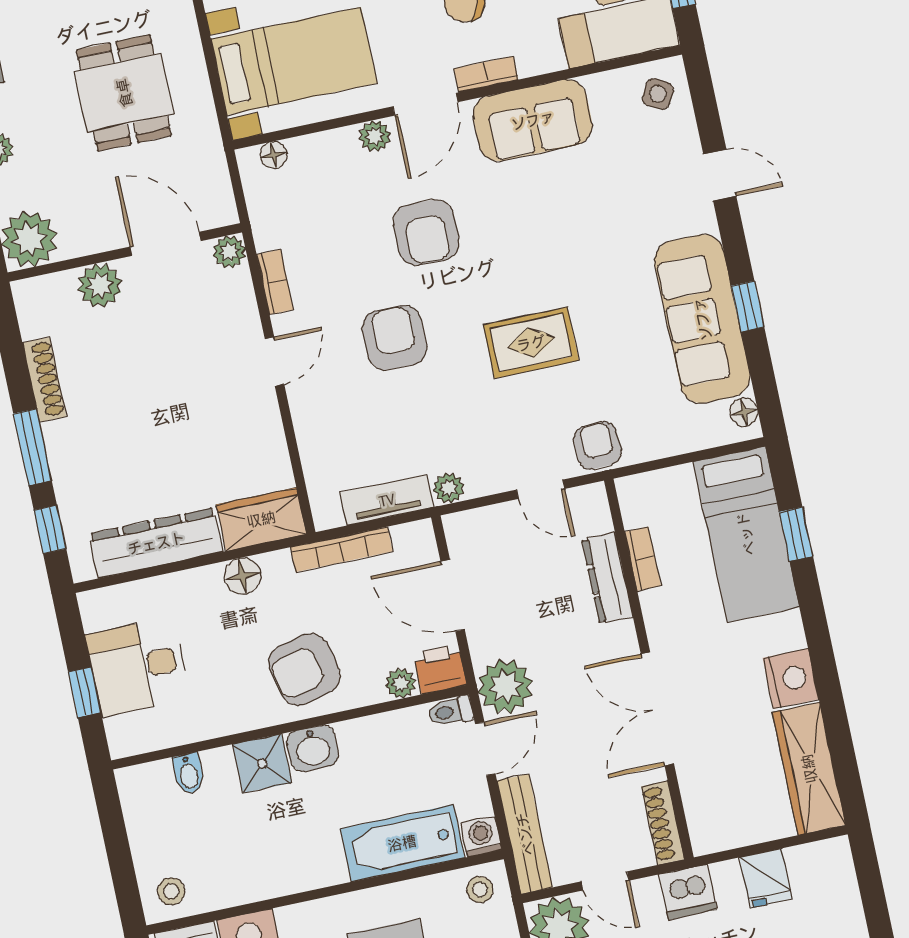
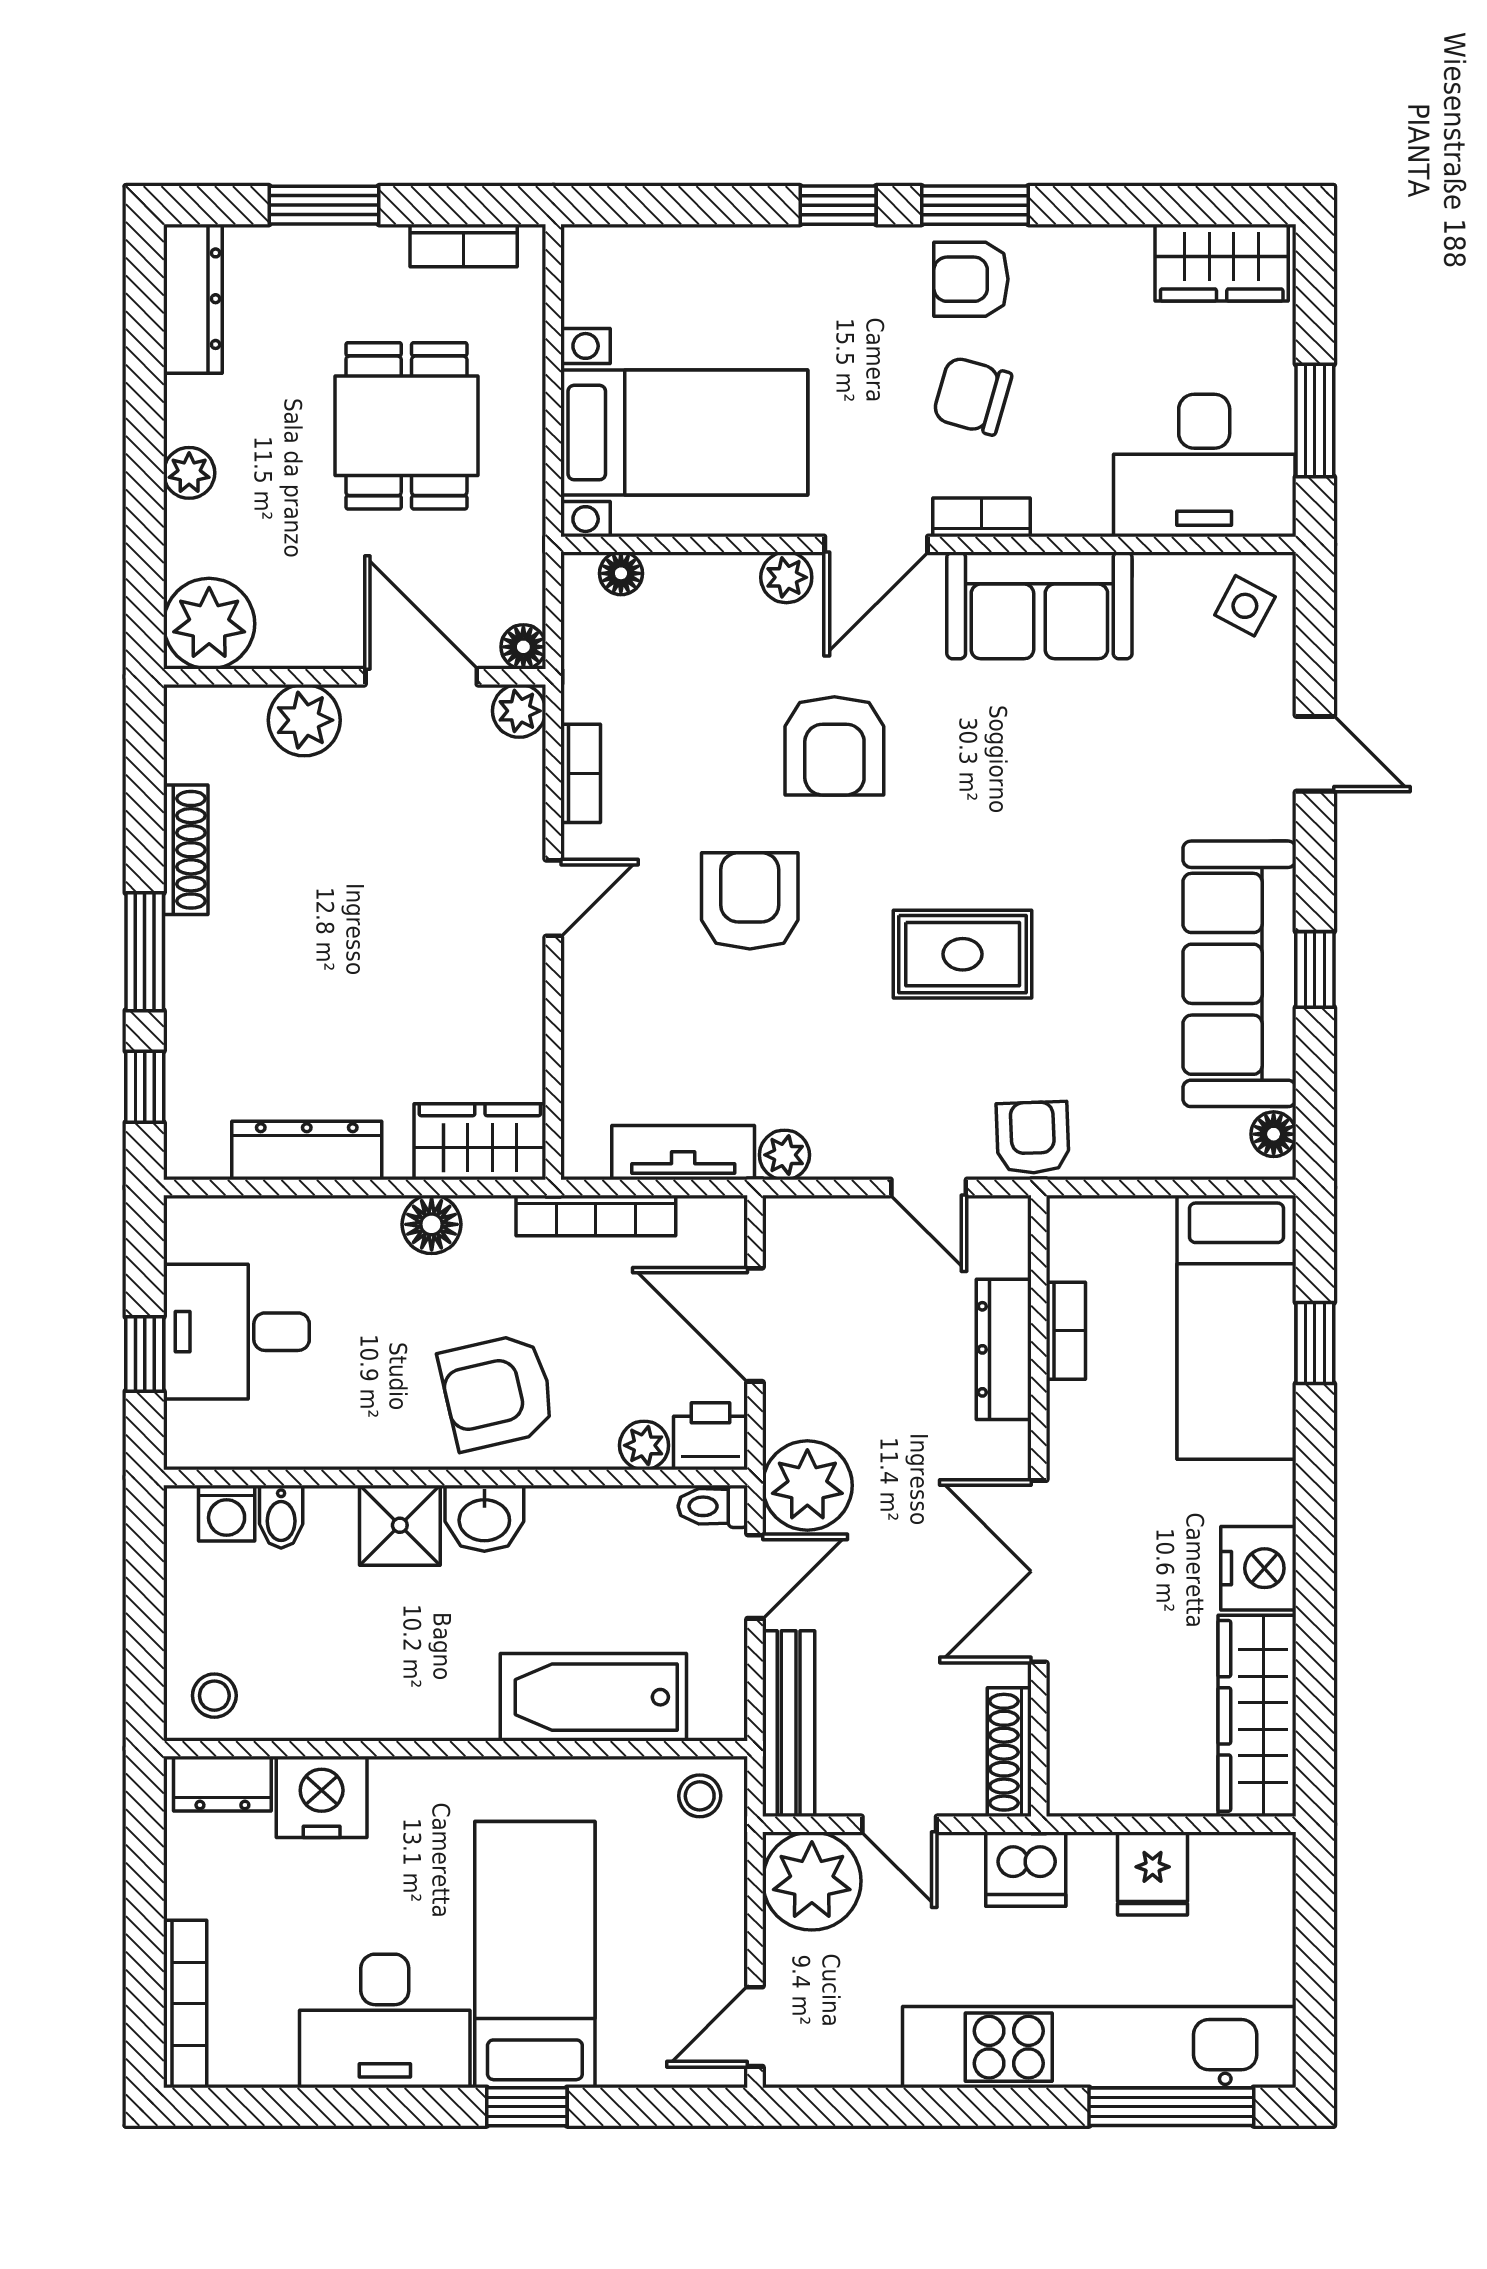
floor lamp: (224, 212) -> (523, 647), added
dresser: (156, 543) -> (307, 1151), width x0.73, depth x0.80
washing machine: (481, 836) -> (227, 1513), moved, turned 180

